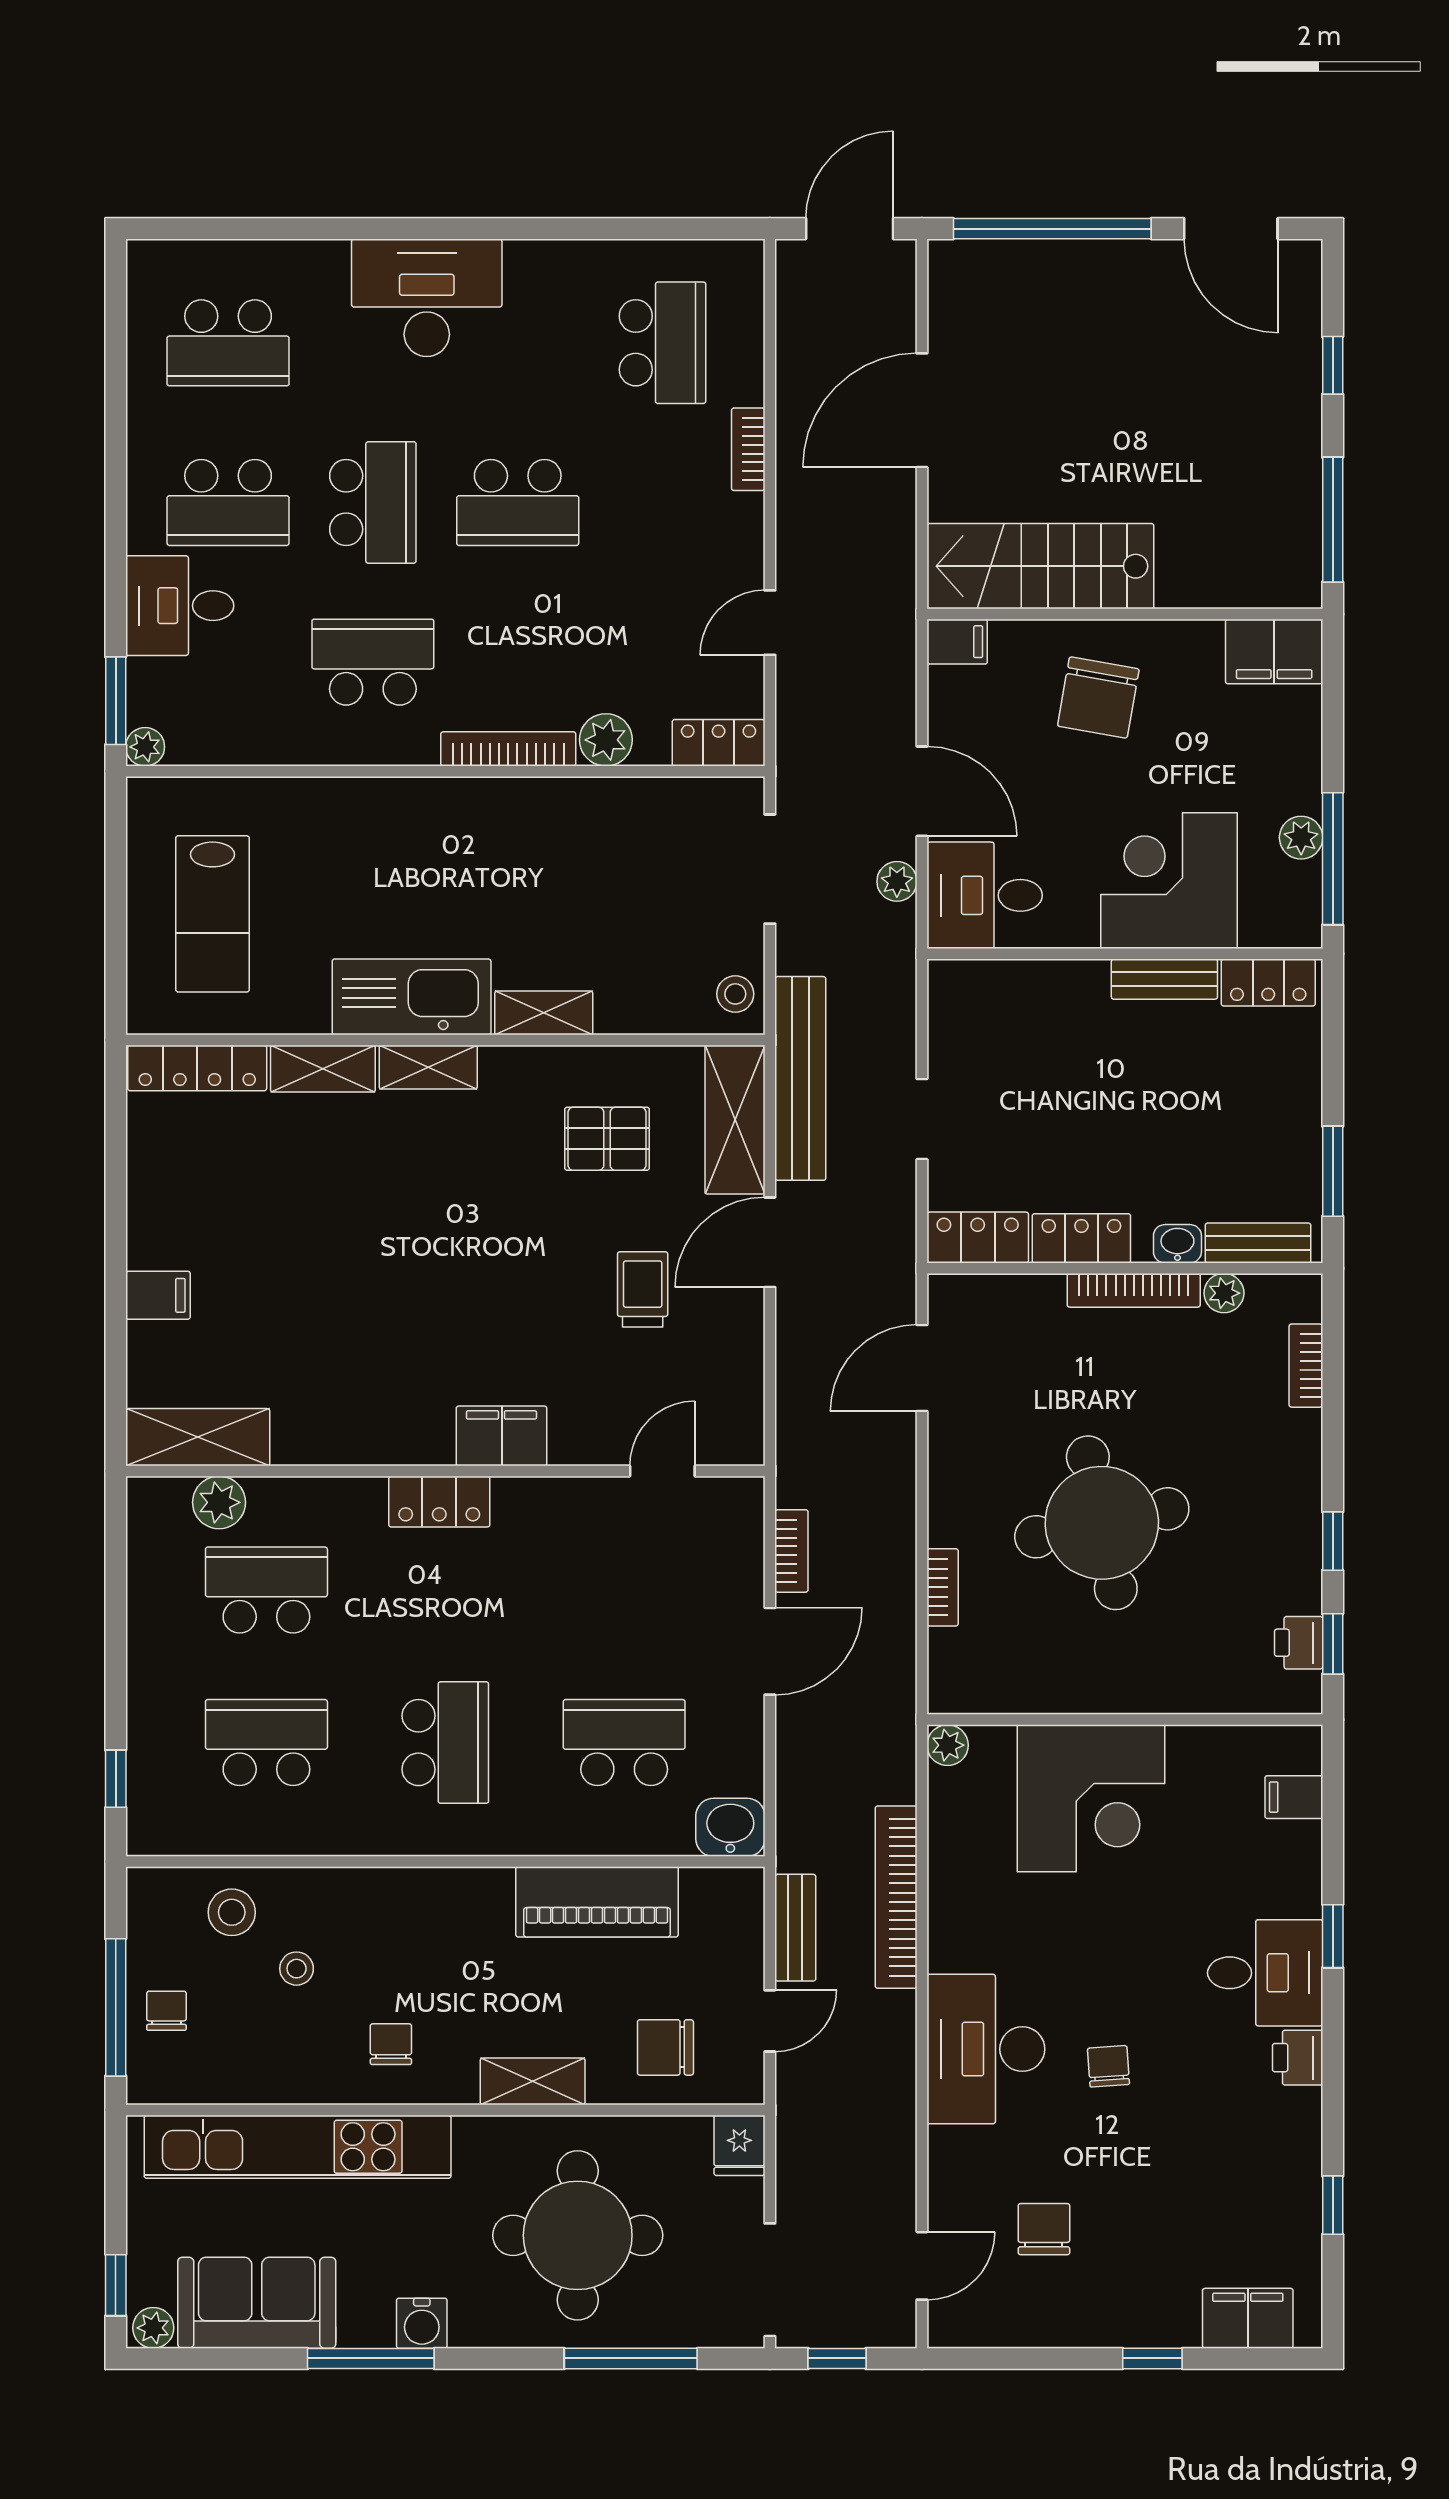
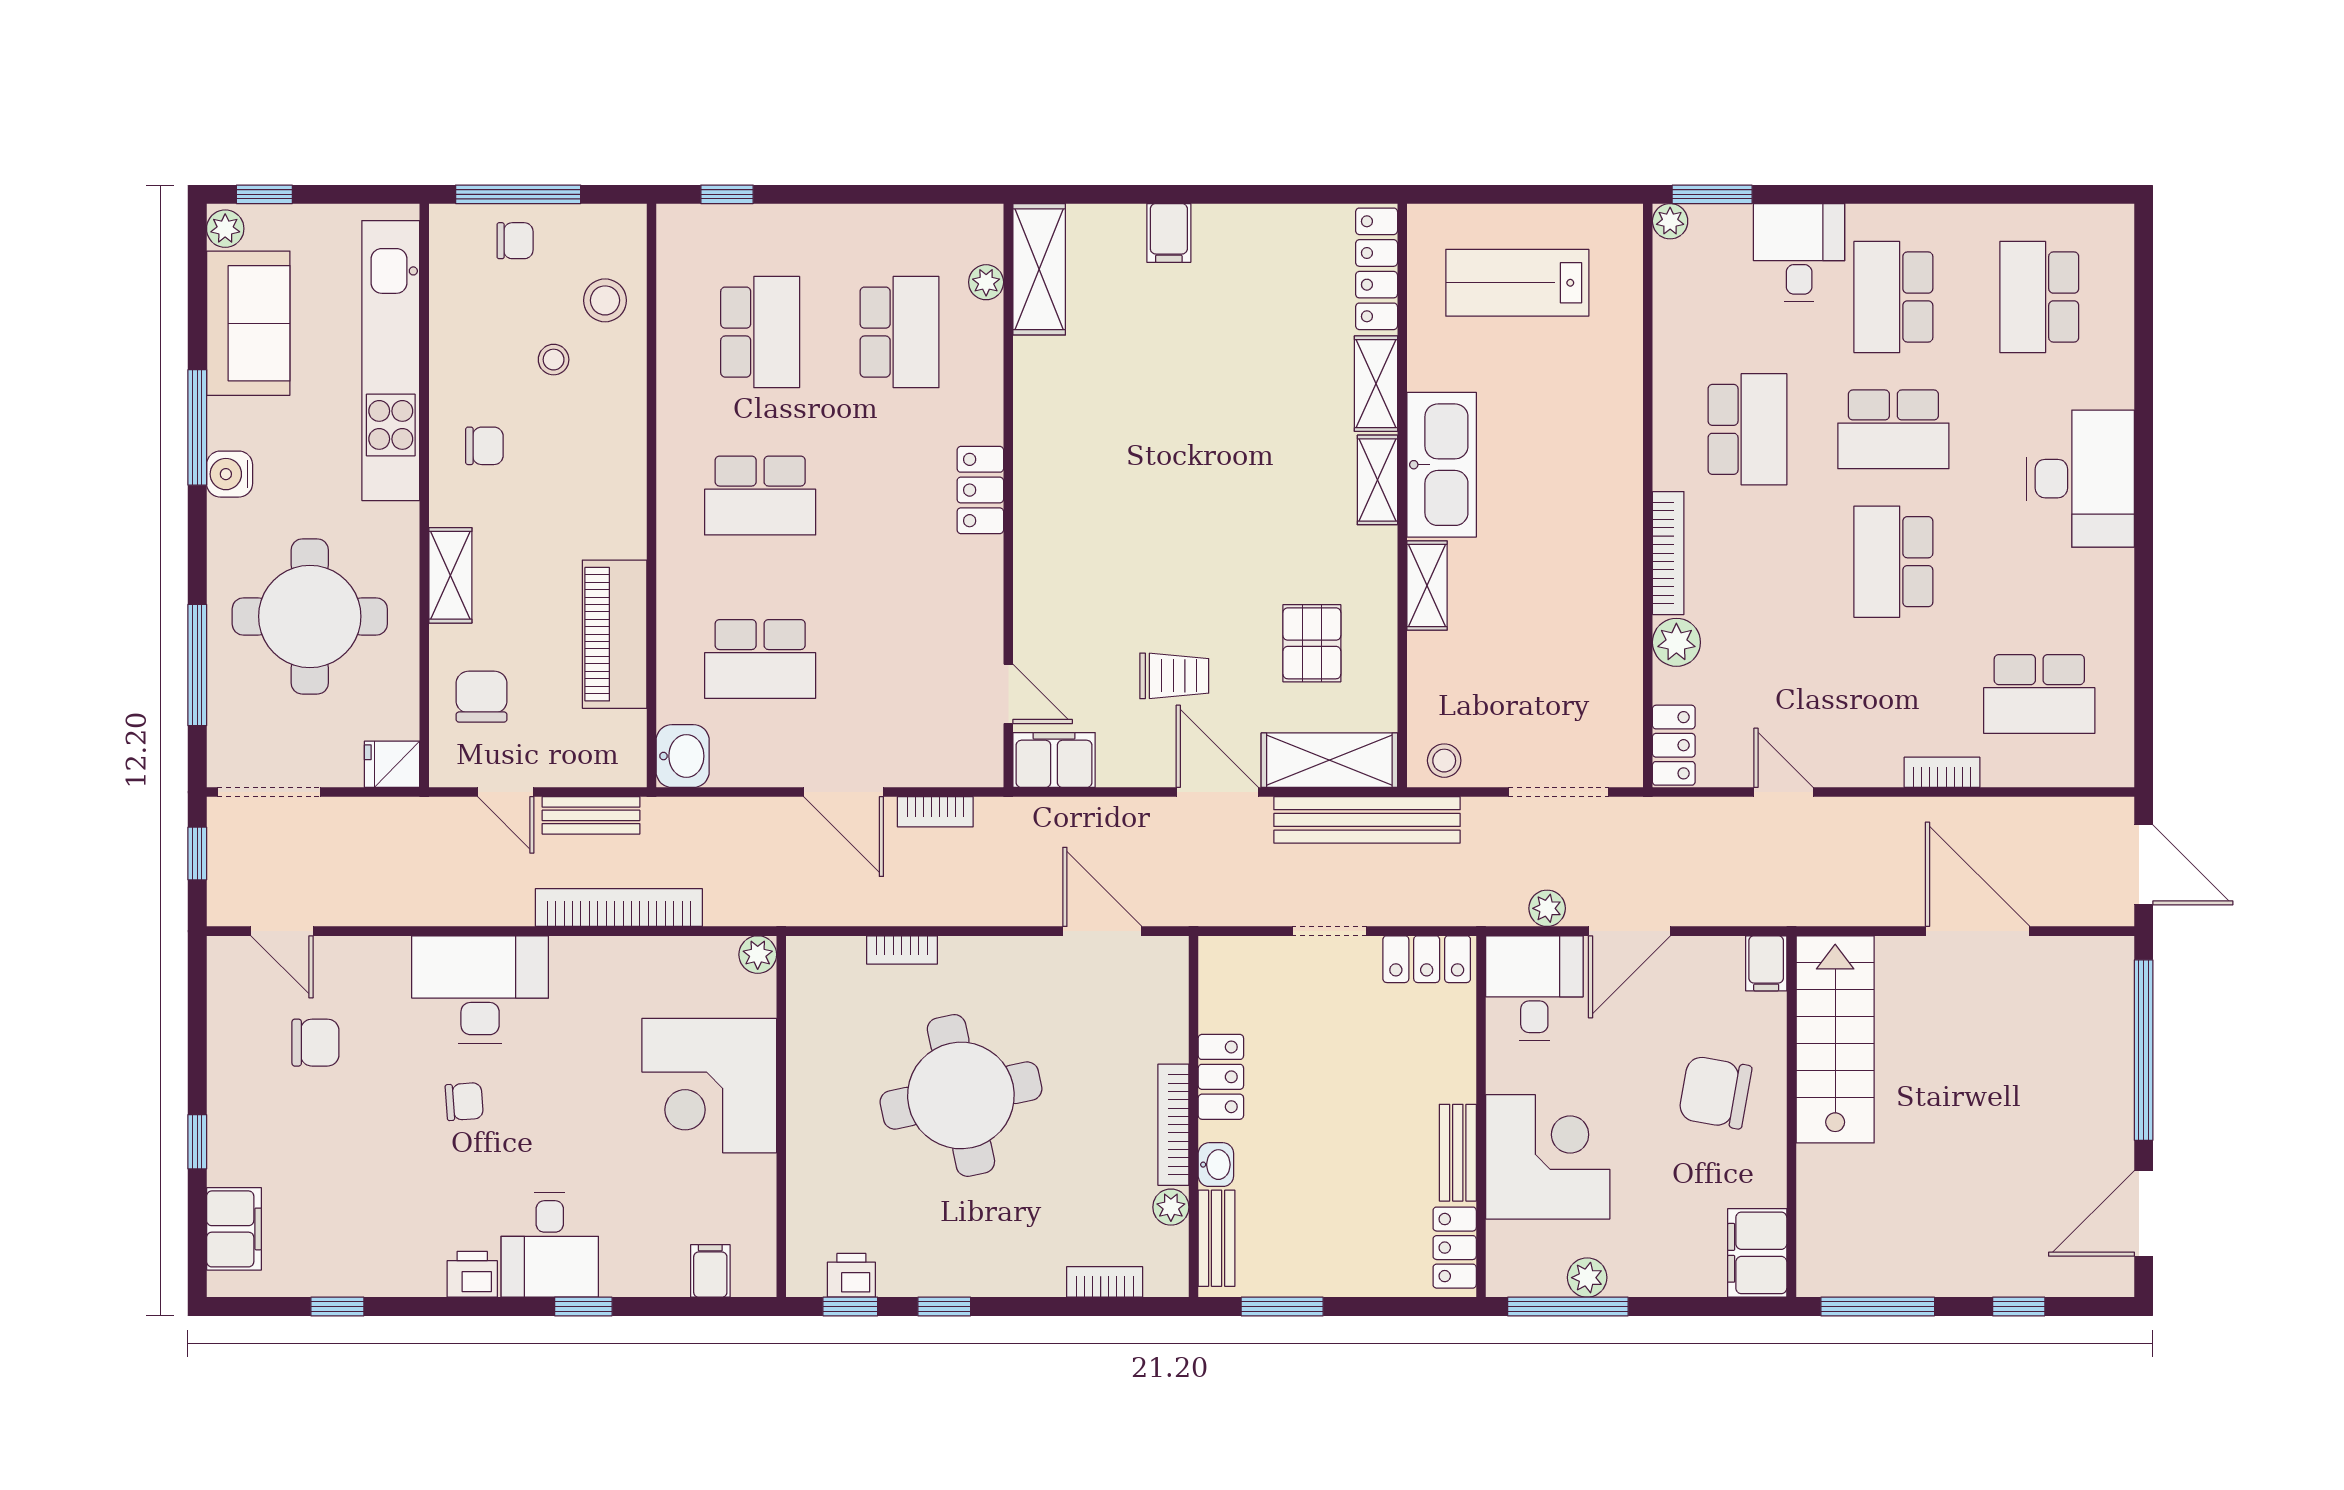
locker: (978, 1238) -> (1427, 959), moved, turned 90
filing cabinet: (502, 1436) -> (1054, 760), moved, turned -90
plant: (219, 1502) -> (986, 282), width x0.73, depth x0.73
school desk: (624, 1743) -> (760, 659), turned 90

